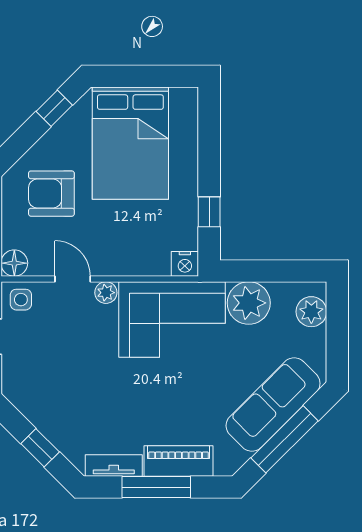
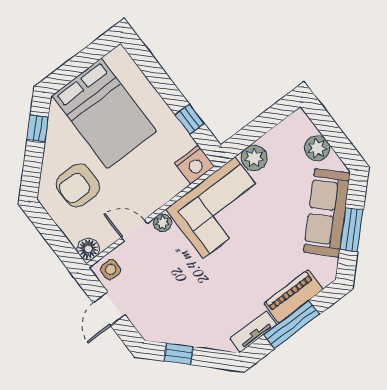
nightstand: (185, 264) -> (194, 165), width x1.36, depth x1.33
plant: (249, 303) -> (254, 158), width x0.73, depth x0.73
plant: (311, 312) -> (317, 148), moved
window: (285, 439) -> (352, 230), width x0.69
window: (40, 448) -> (178, 354), moved

